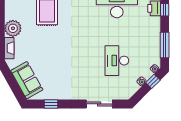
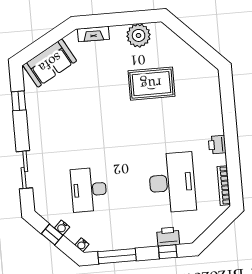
plant: (13, 28) -> (139, 35), moved
desk: (117, 61) -> (89, 190), turned -90
window: (153, 81) -> (52, 234), moved

